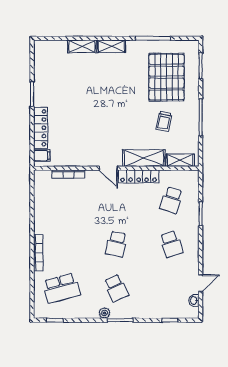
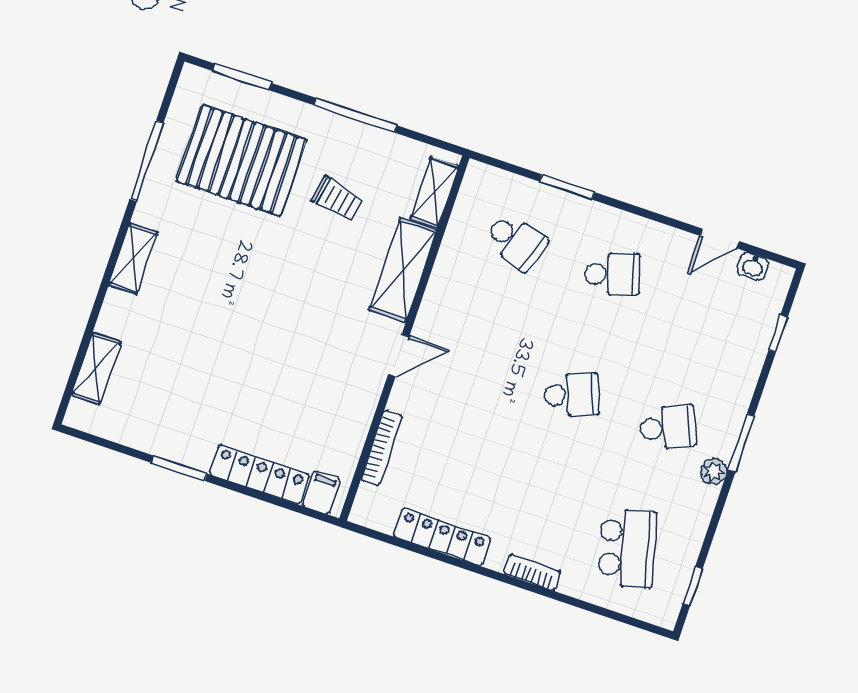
shelving: (82, 46) -> (96, 368), moved
locker: (139, 176) -> (442, 537), moved, turned -90
school desk: (116, 244) -> (571, 395), turned -33
bookcase: (38, 253) -> (532, 572), width x0.64
door: (201, 283) -> (720, 239), swing flipped

